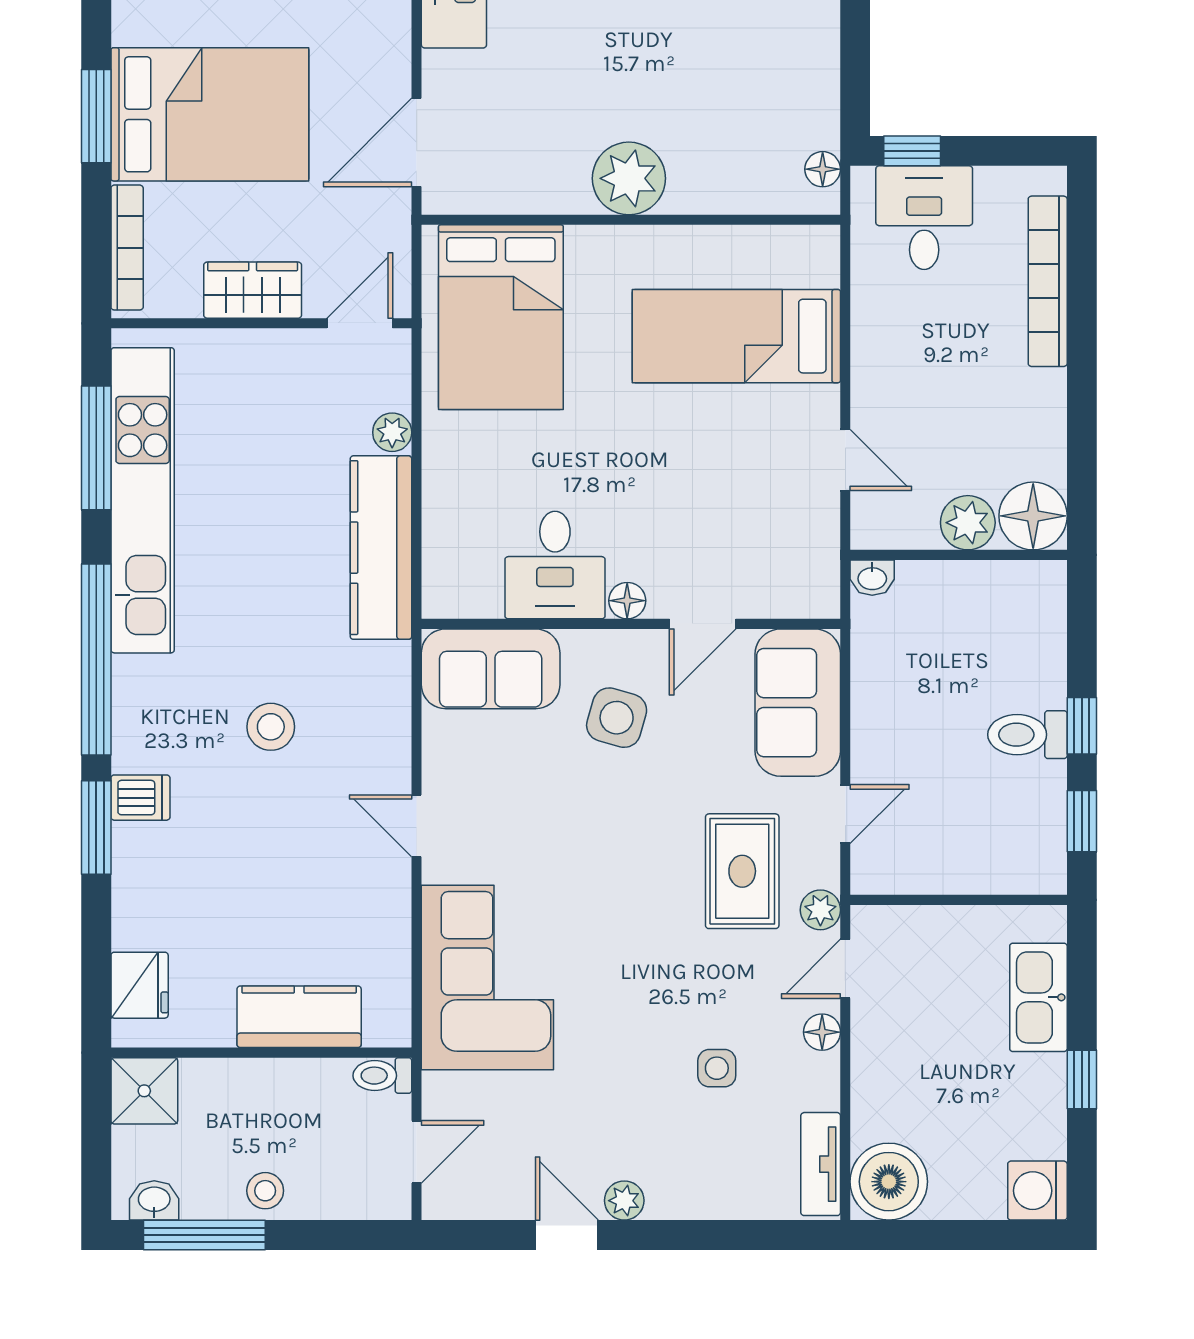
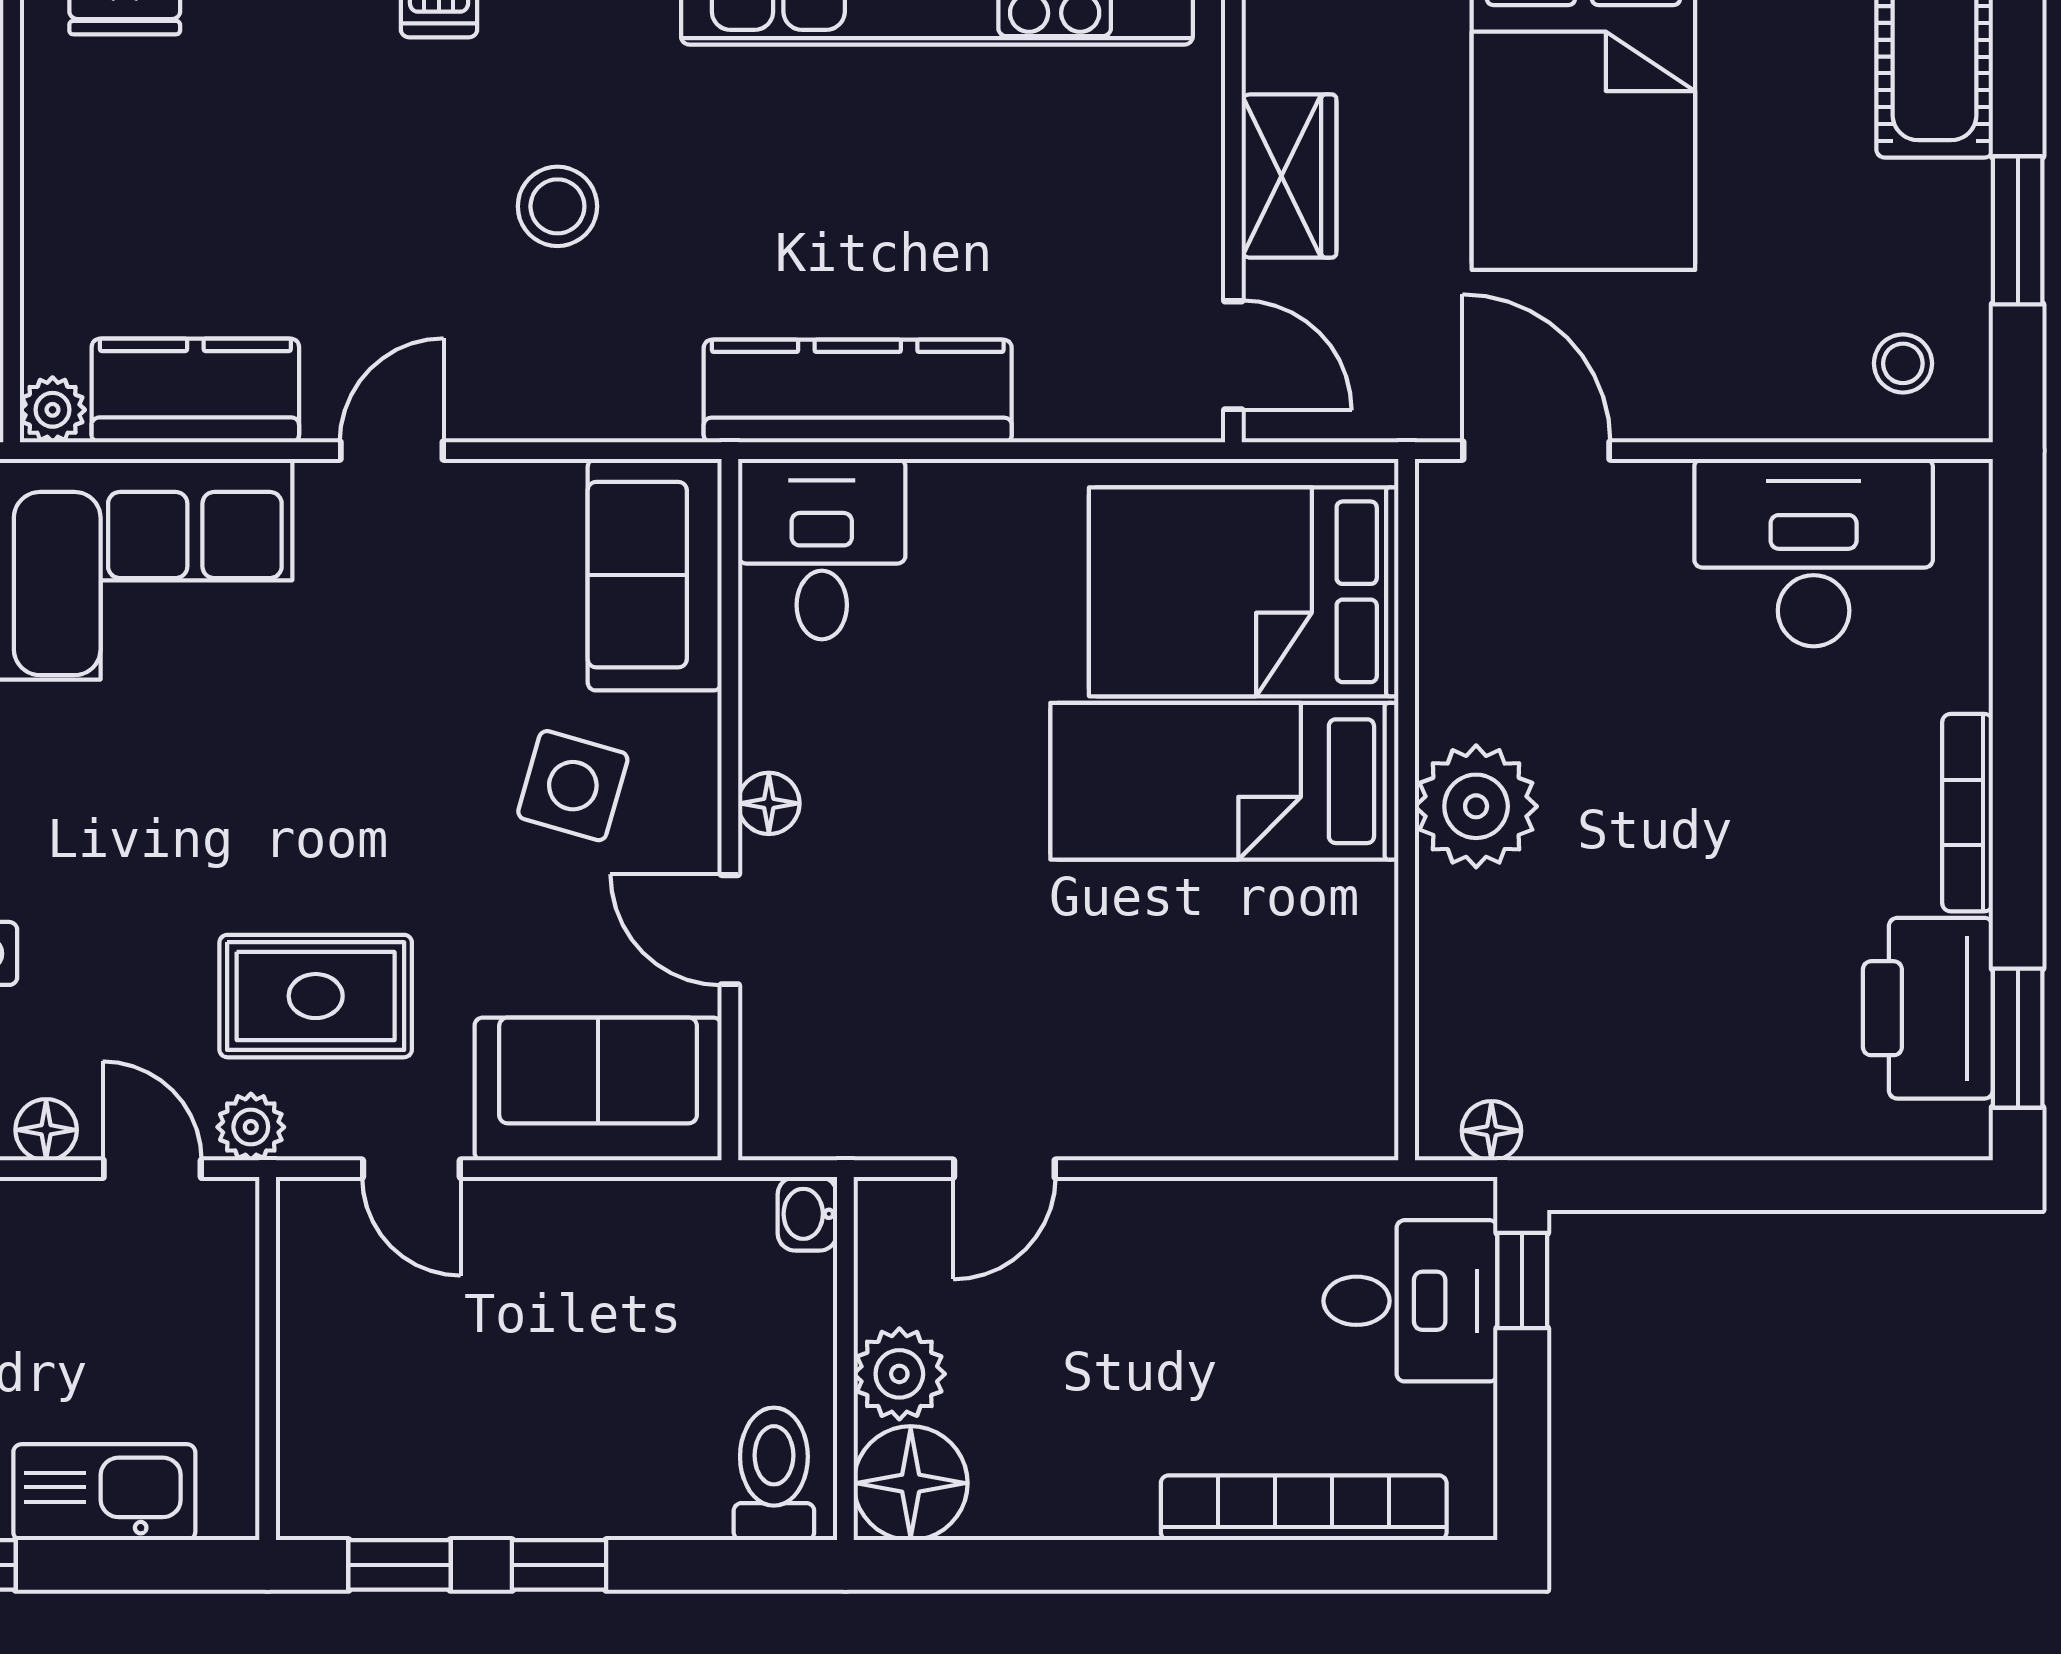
bed: (736, 336) -> (1224, 781), moved, turned -90
plant: (392, 432) -> (53, 410), moved
desk: (555, 565) -> (822, 549), moved, turned 90
toilet: (1027, 735) -> (774, 1474), moved
kitchen counter: (299, 1017) -> (195, 390), moved, turned -90

